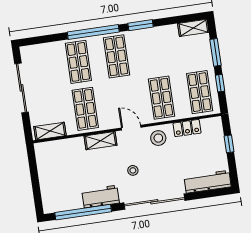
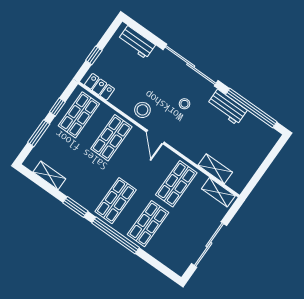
shelving: (193, 28) -> (49, 175), moved
locker: (187, 128) -> (99, 87), moved
shelving: (101, 141) -> (215, 169), moved
workbench: (207, 182) -> (137, 42), width x0.73

